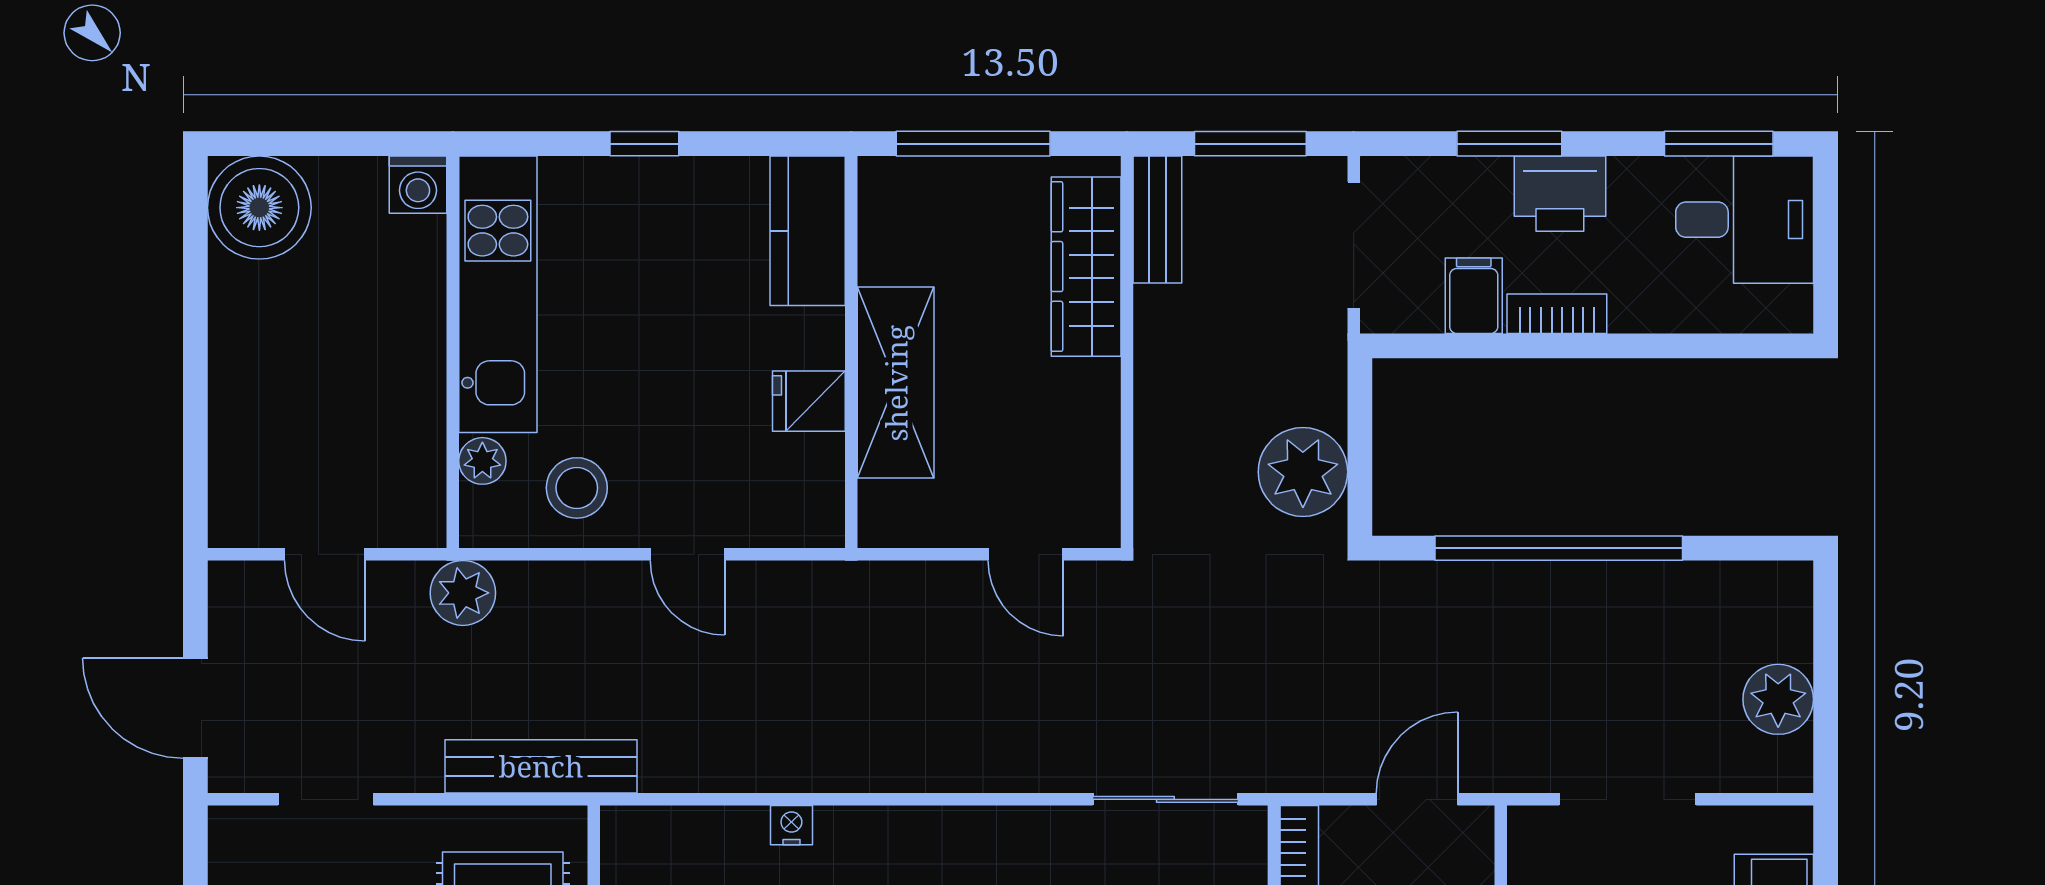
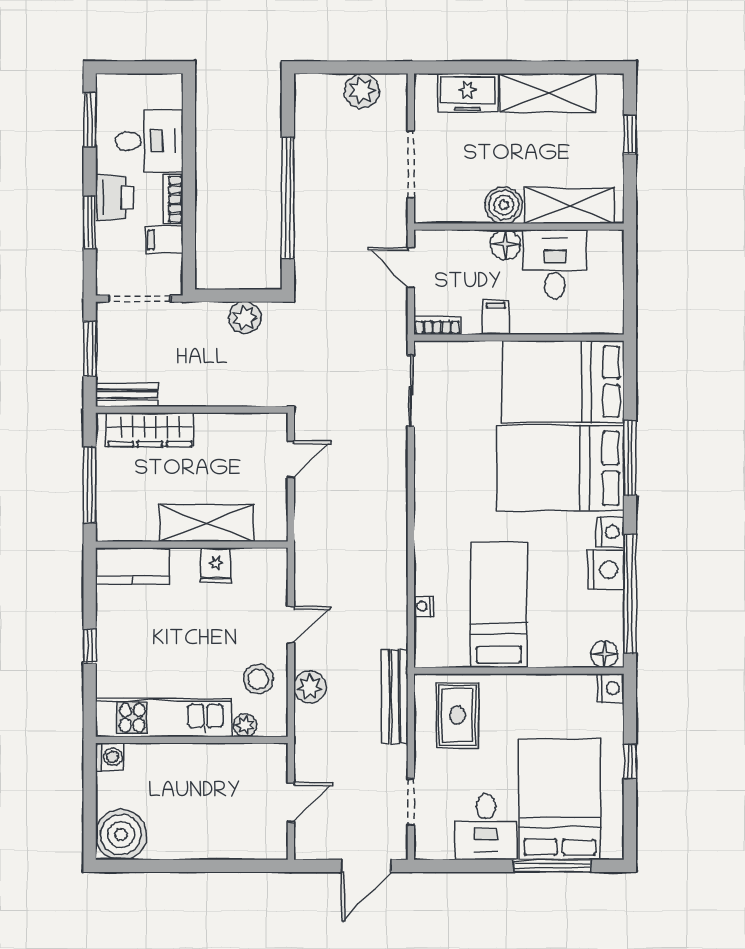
desk: (1745, 220) -> (149, 141), moved, turned 90
plant: (1303, 472) -> (245, 318), width x0.73, depth x0.73
plant: (463, 593) -> (310, 687), moved
nightstand: (791, 825) -> (424, 606), moved

